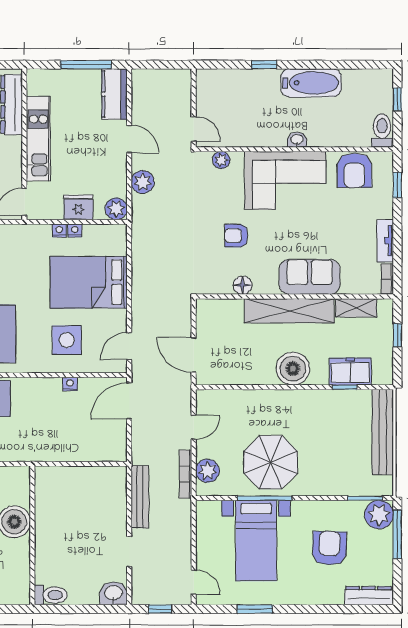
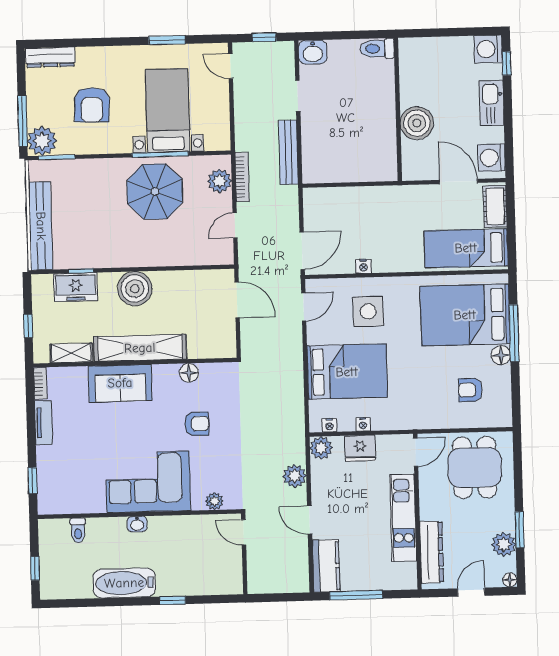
toilet: (382, 131) -> (78, 530), moved, width x0.73, depth x0.72
armchair: (354, 171) -> (77, 494), removed
nightstand: (59, 231) -> (329, 425), moved

